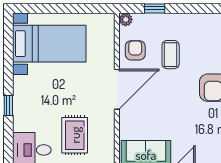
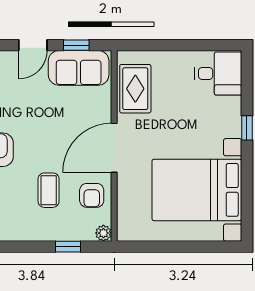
bed with nightstands: (49, 44) -> (197, 190), width x1.36
rug: (75, 135) -> (135, 89), moved

